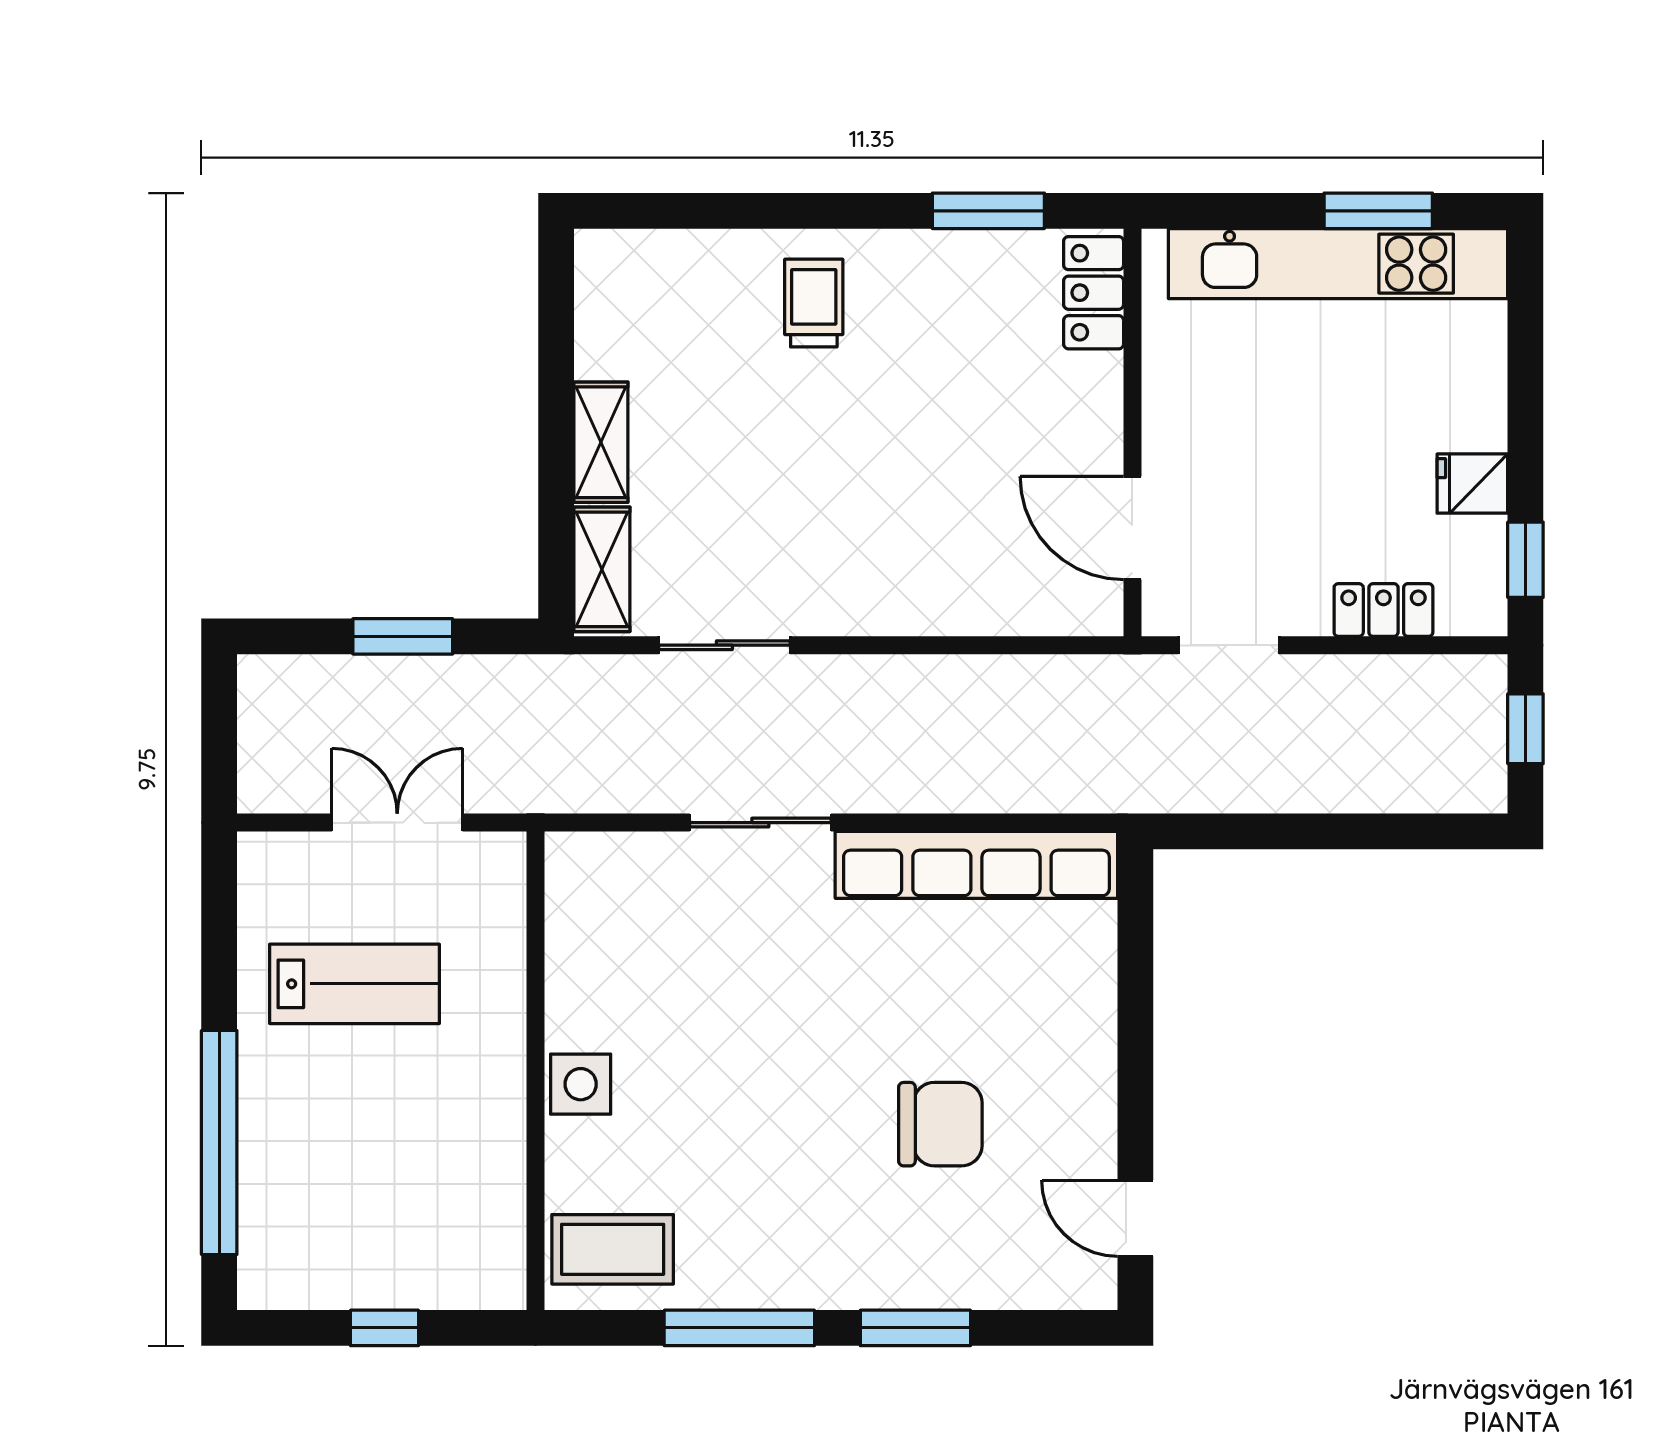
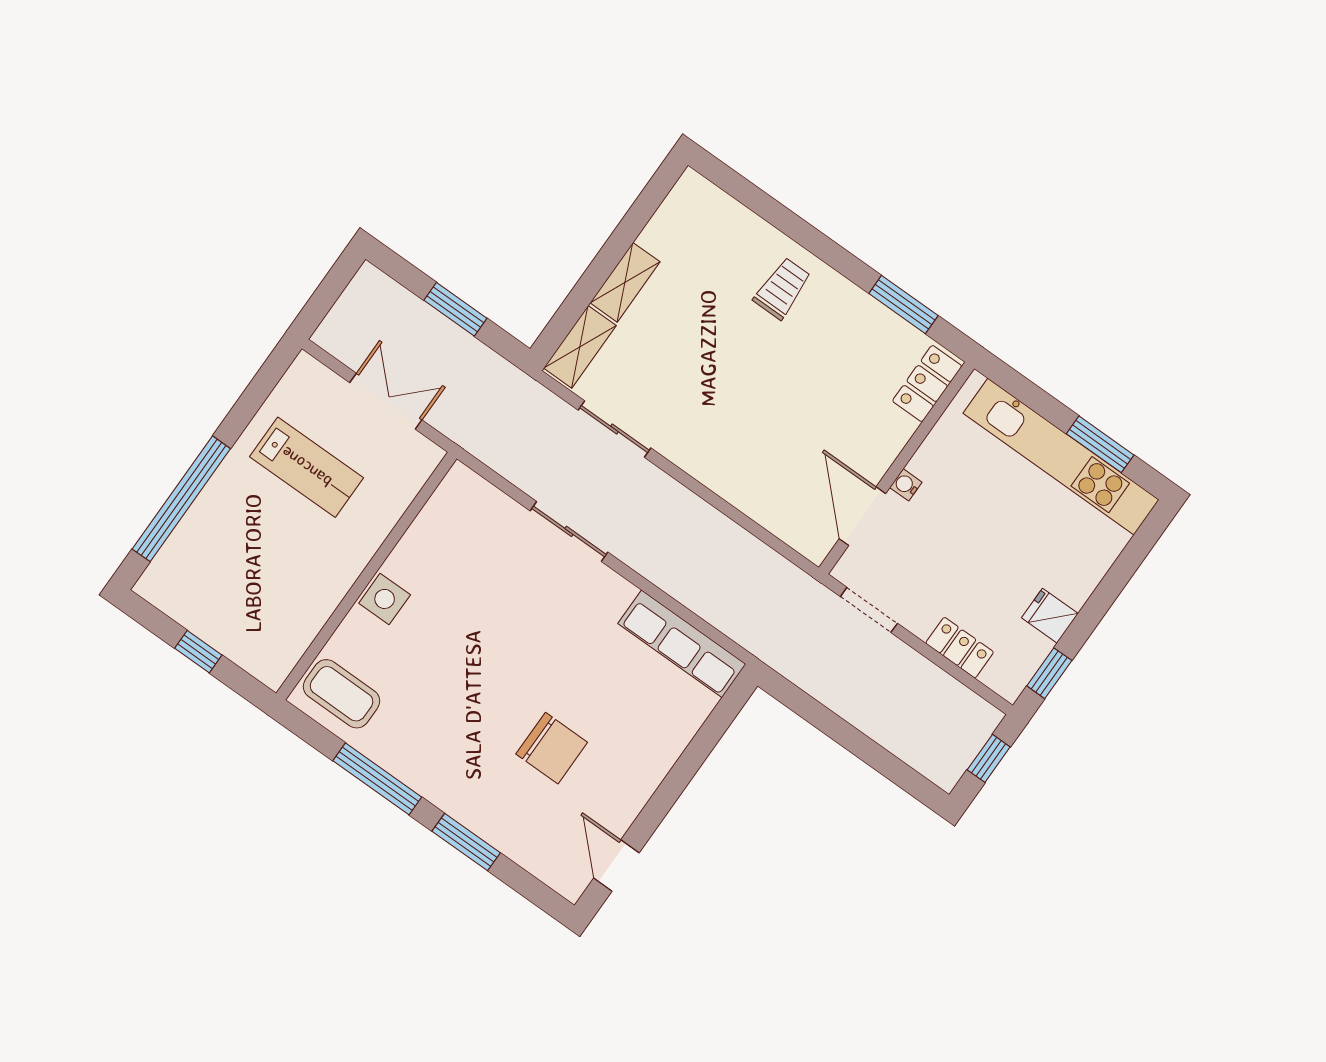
water cooler: (1160, 446) -> (906, 485), added
row of seats: (976, 865) -> (682, 644), width x0.73

